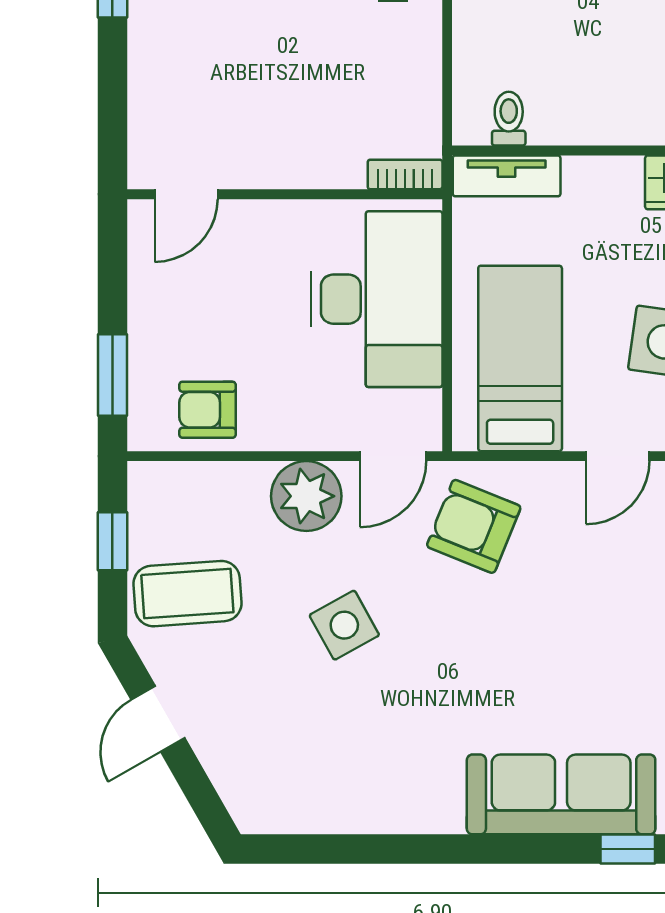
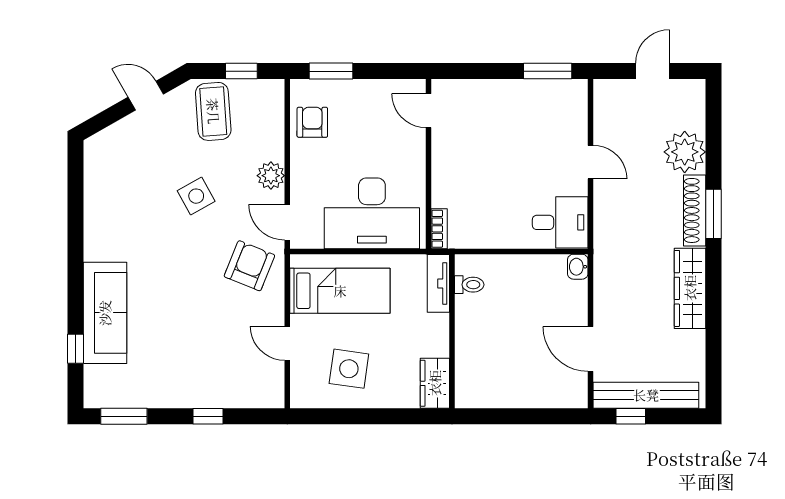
plant: (306, 496) -> (271, 176), width x0.73, depth x0.73

